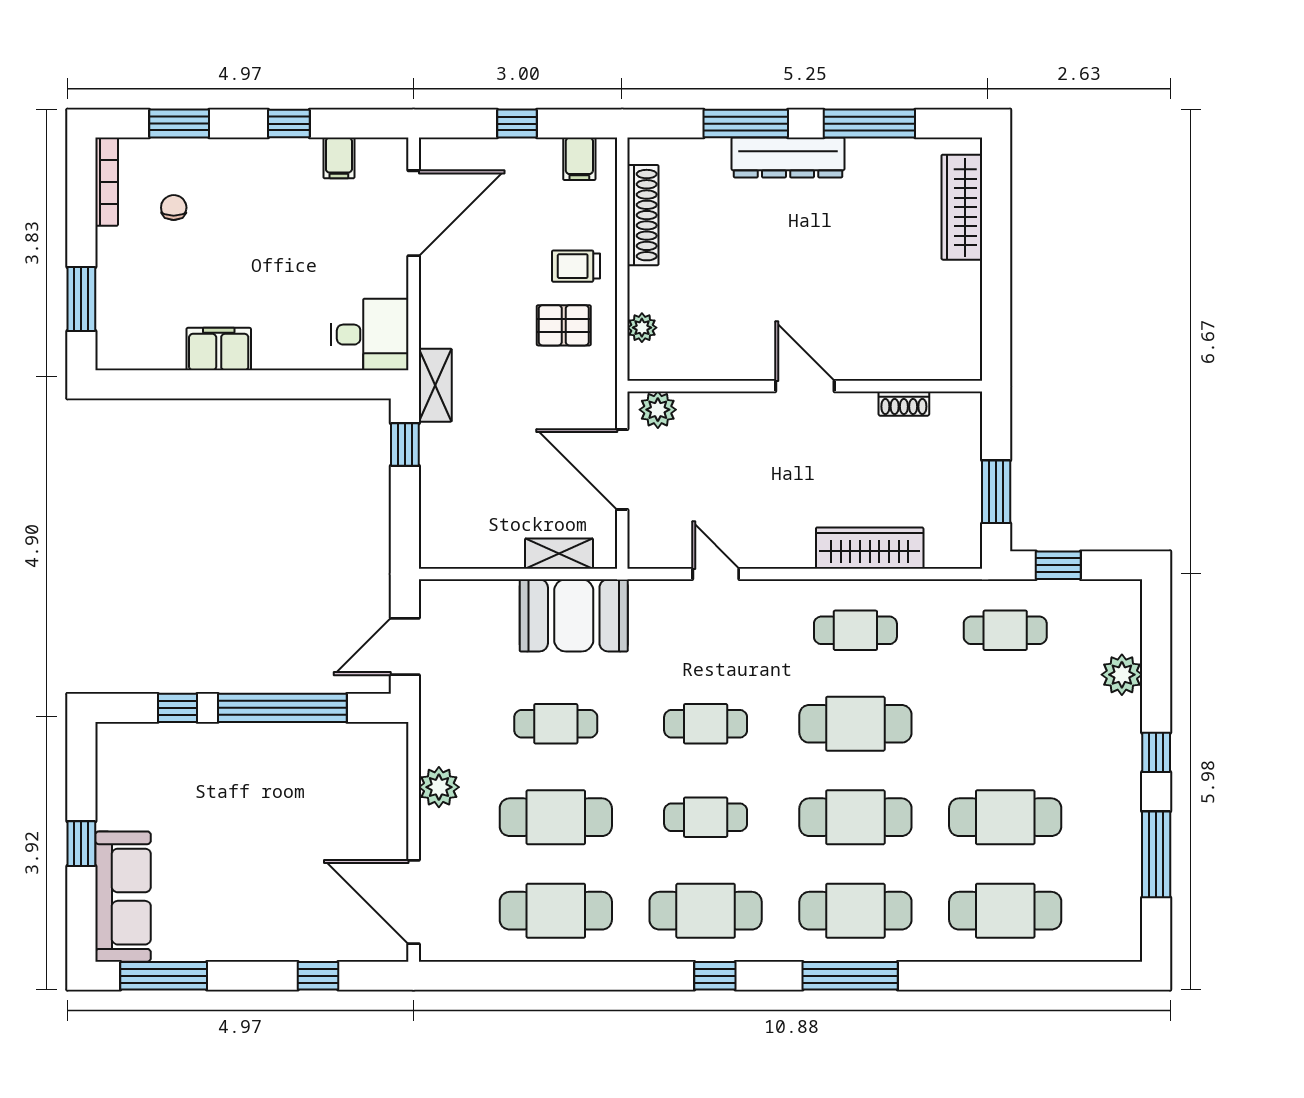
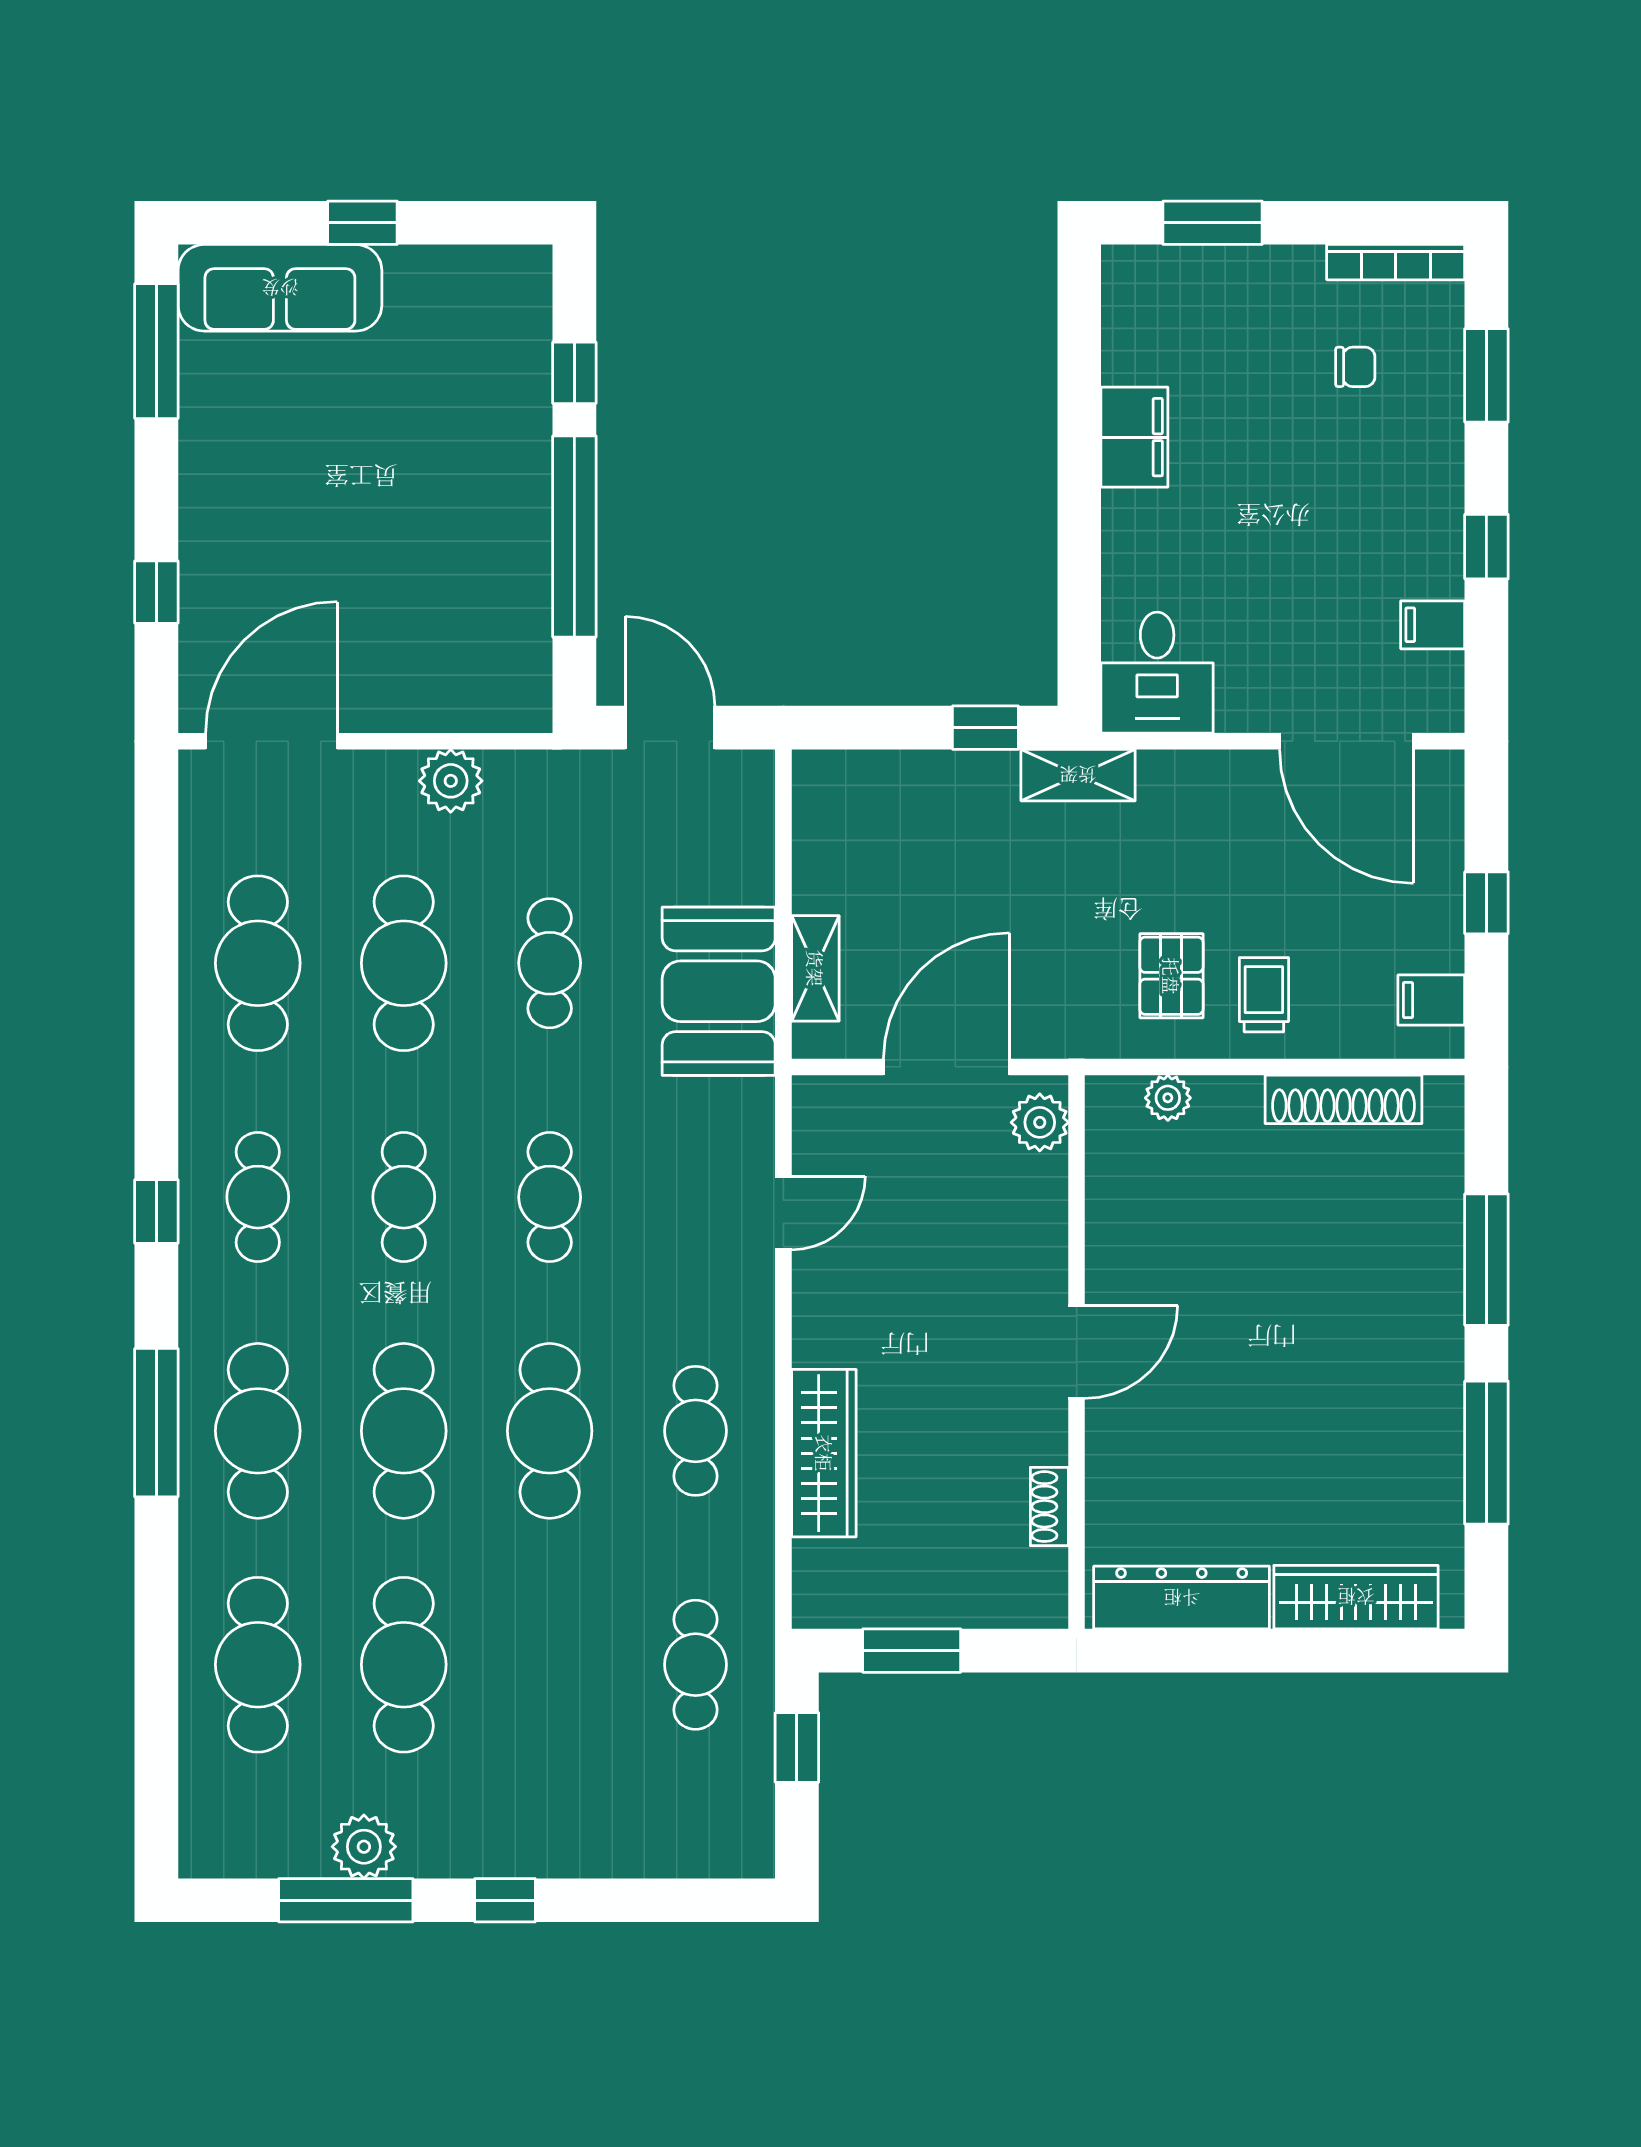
dresser: (788, 158) -> (1182, 1598), moved, turned 90
plant: (1122, 675) -> (364, 1847), moved
cafe table: (706, 911) -> (258, 1197), width x0.73, depth x0.74

